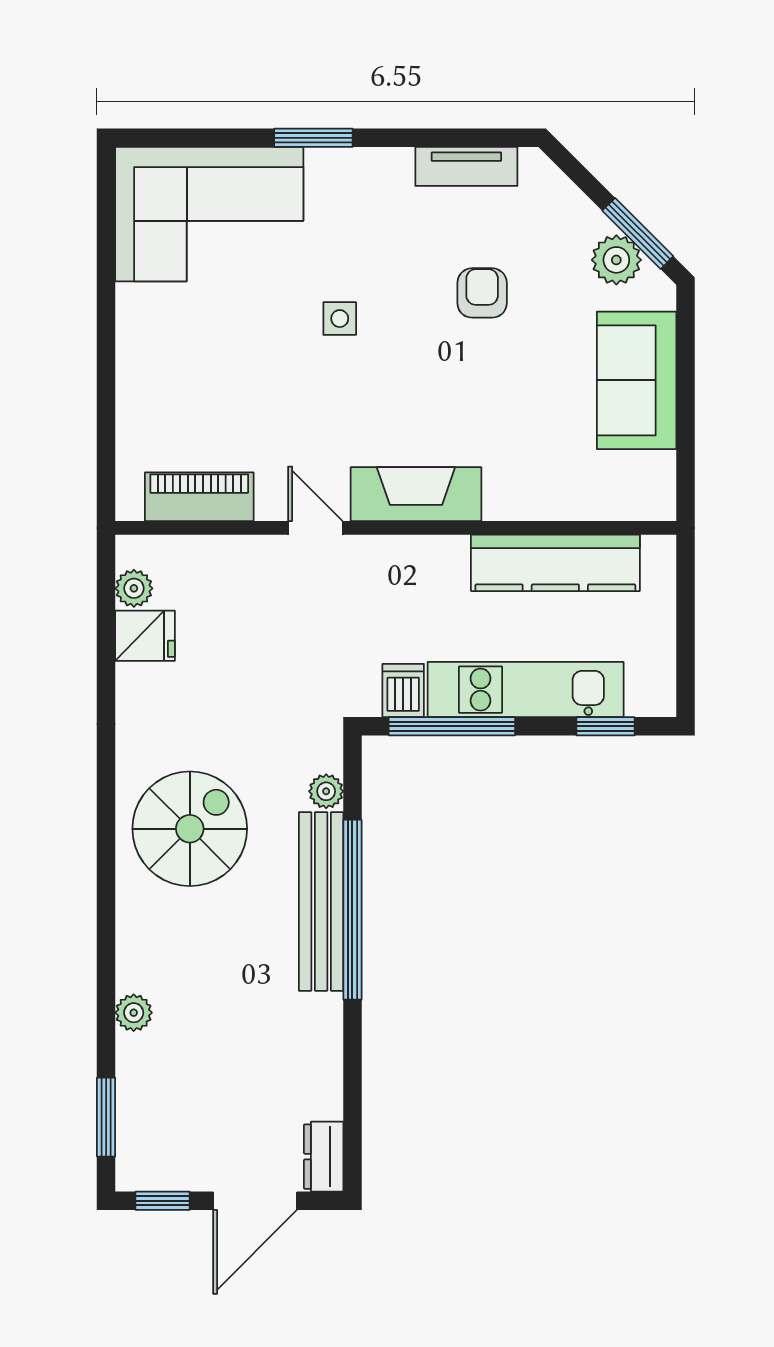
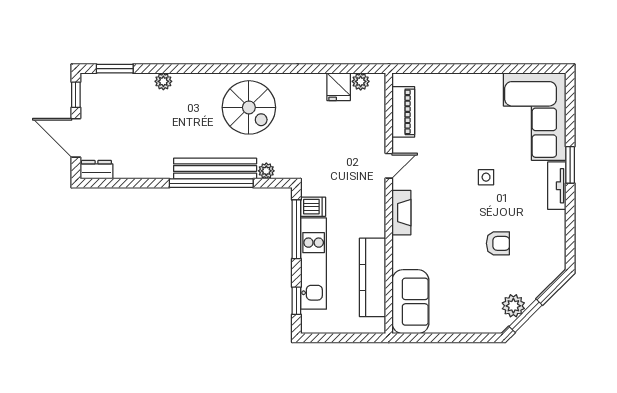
tv unit: (466, 166) -> (557, 186), moved
sofa: (637, 380) -> (410, 302), moved, turned 90
fireplace: (416, 494) -> (401, 213), width x0.73, depth x0.76

